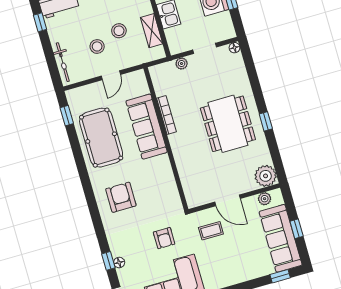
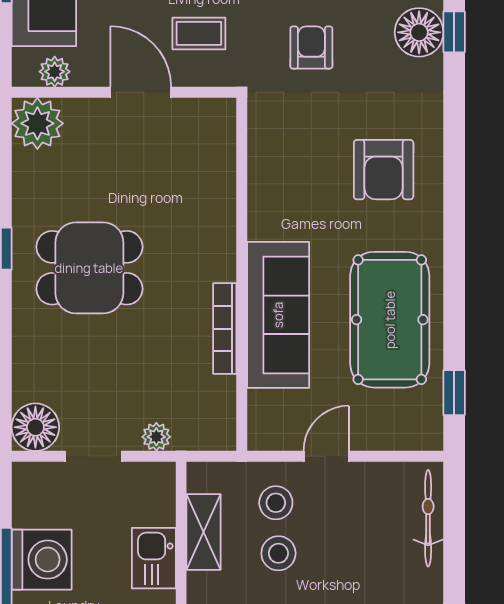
stool: (97, 46) -> (276, 503), moved
floor lamp: (234, 48) -> (35, 427), width x1.89, depth x1.89
dining table: (228, 124) -> (89, 268), width x0.73
floor lamp: (119, 263) -> (419, 32), width x1.89, depth x1.89

